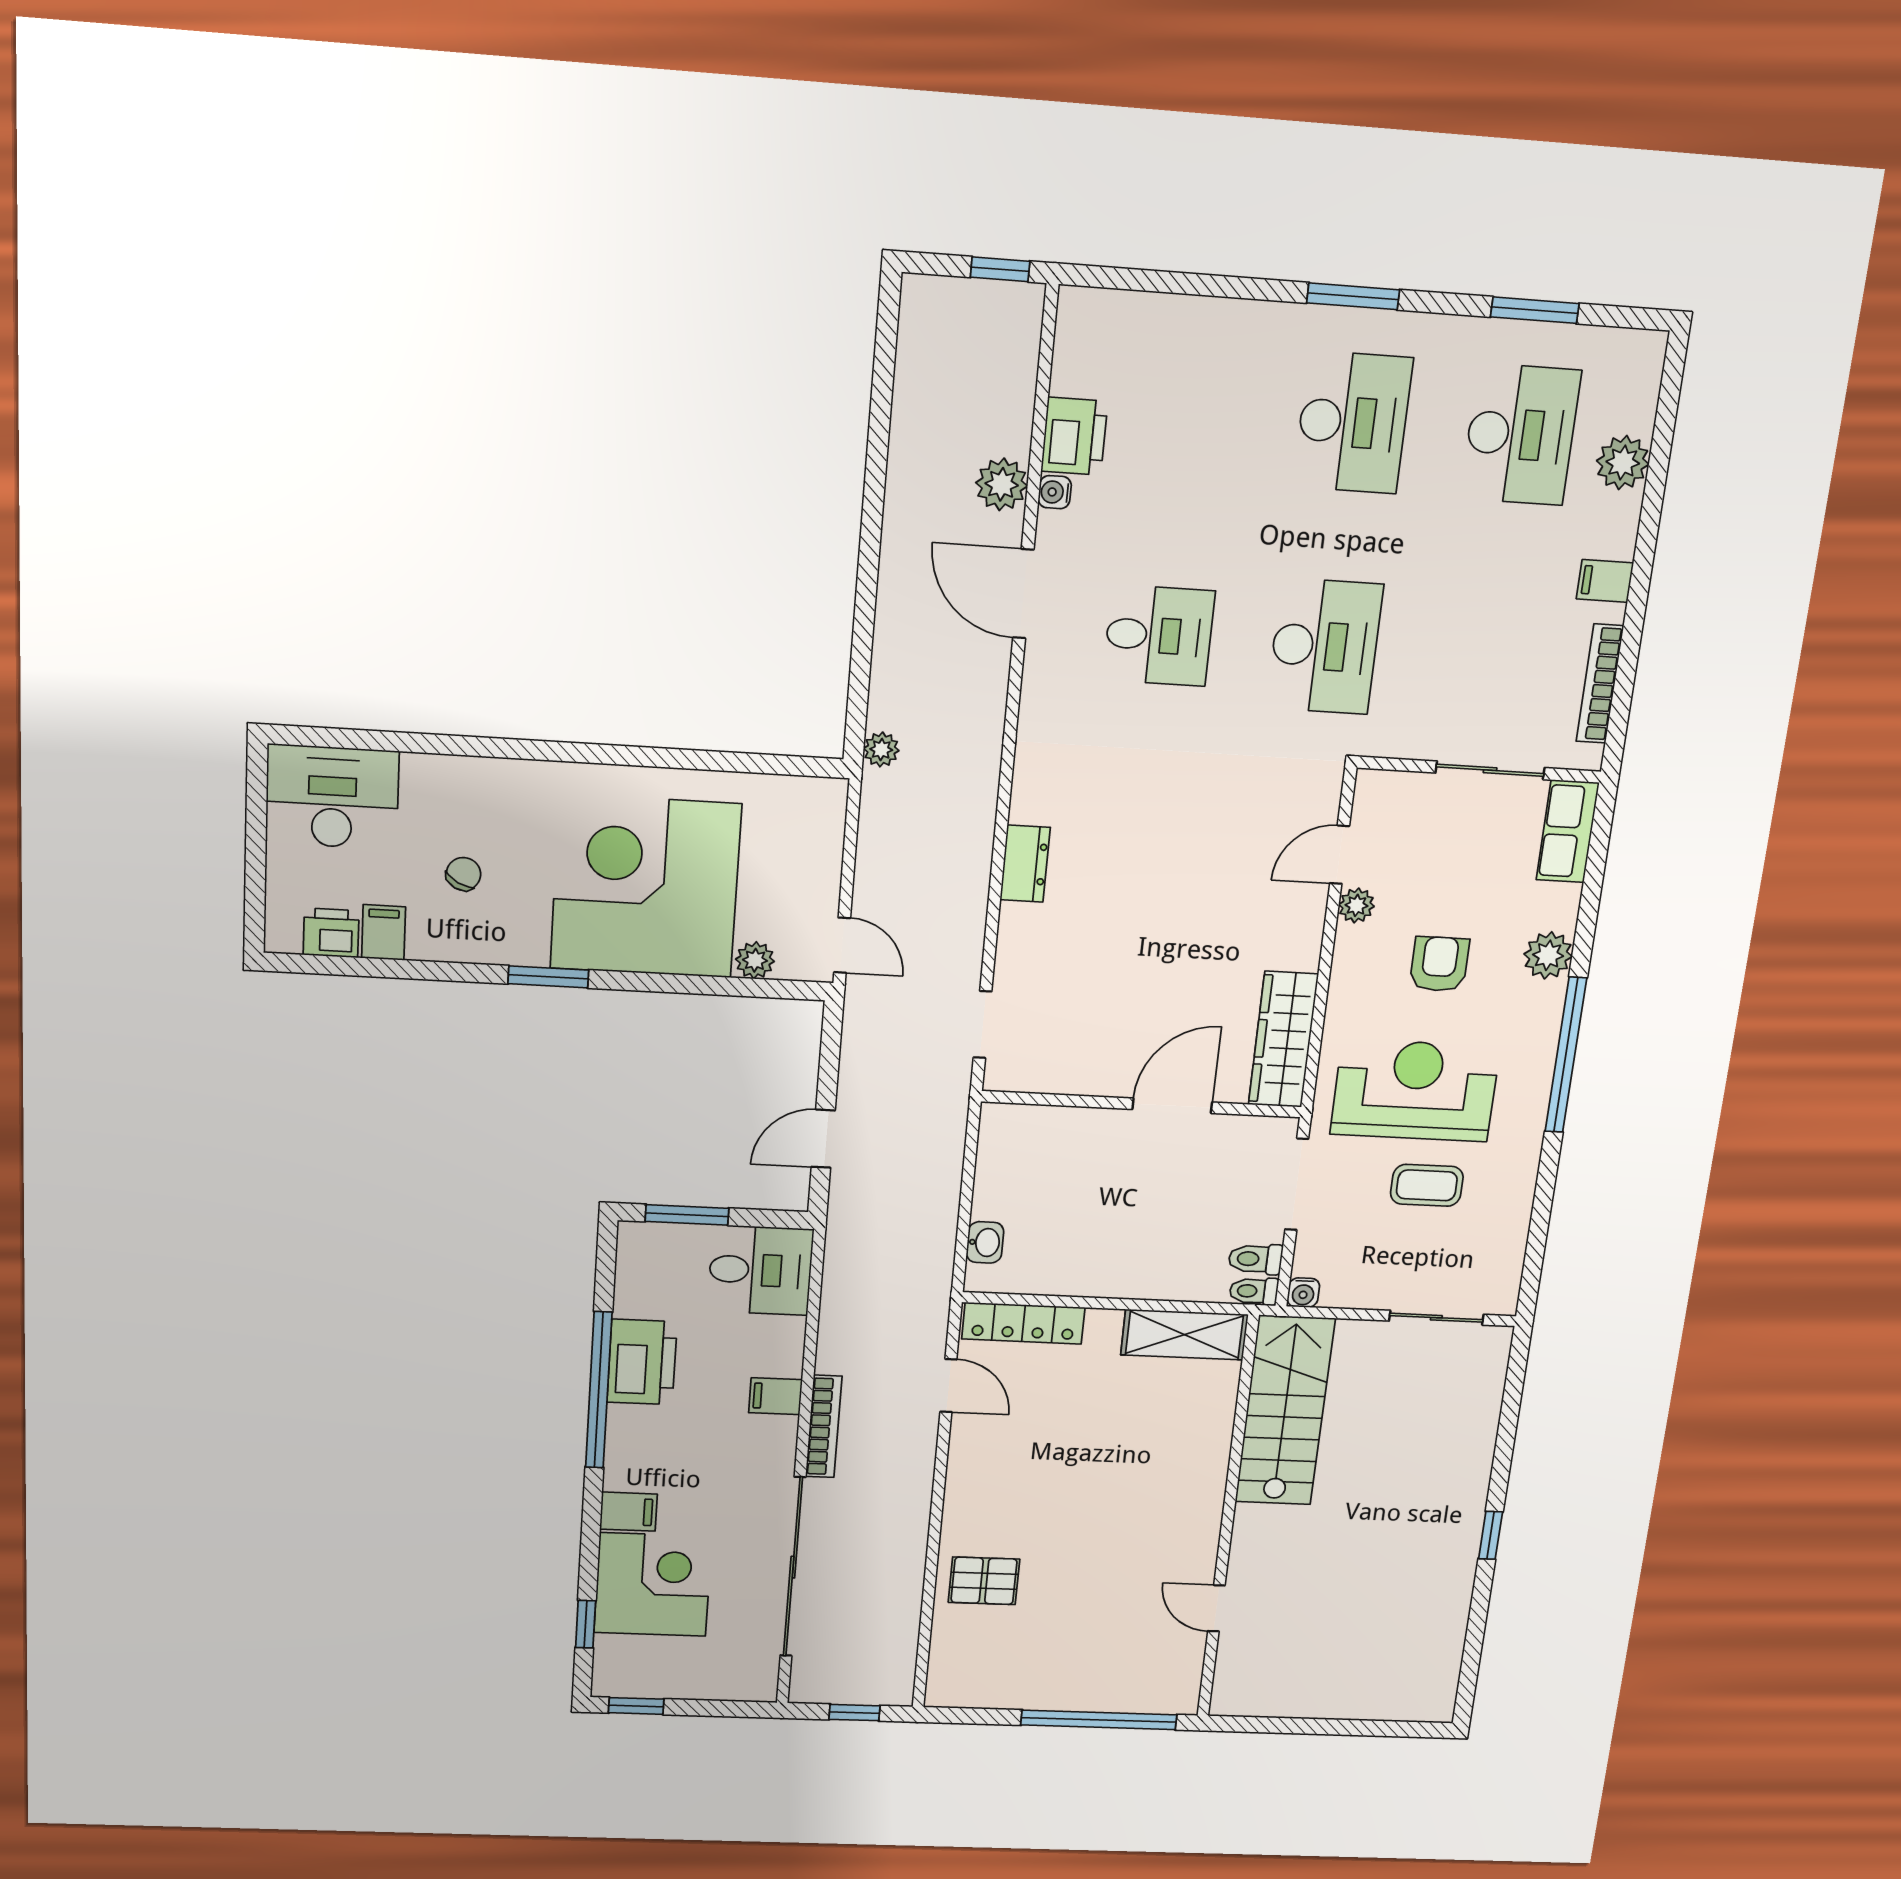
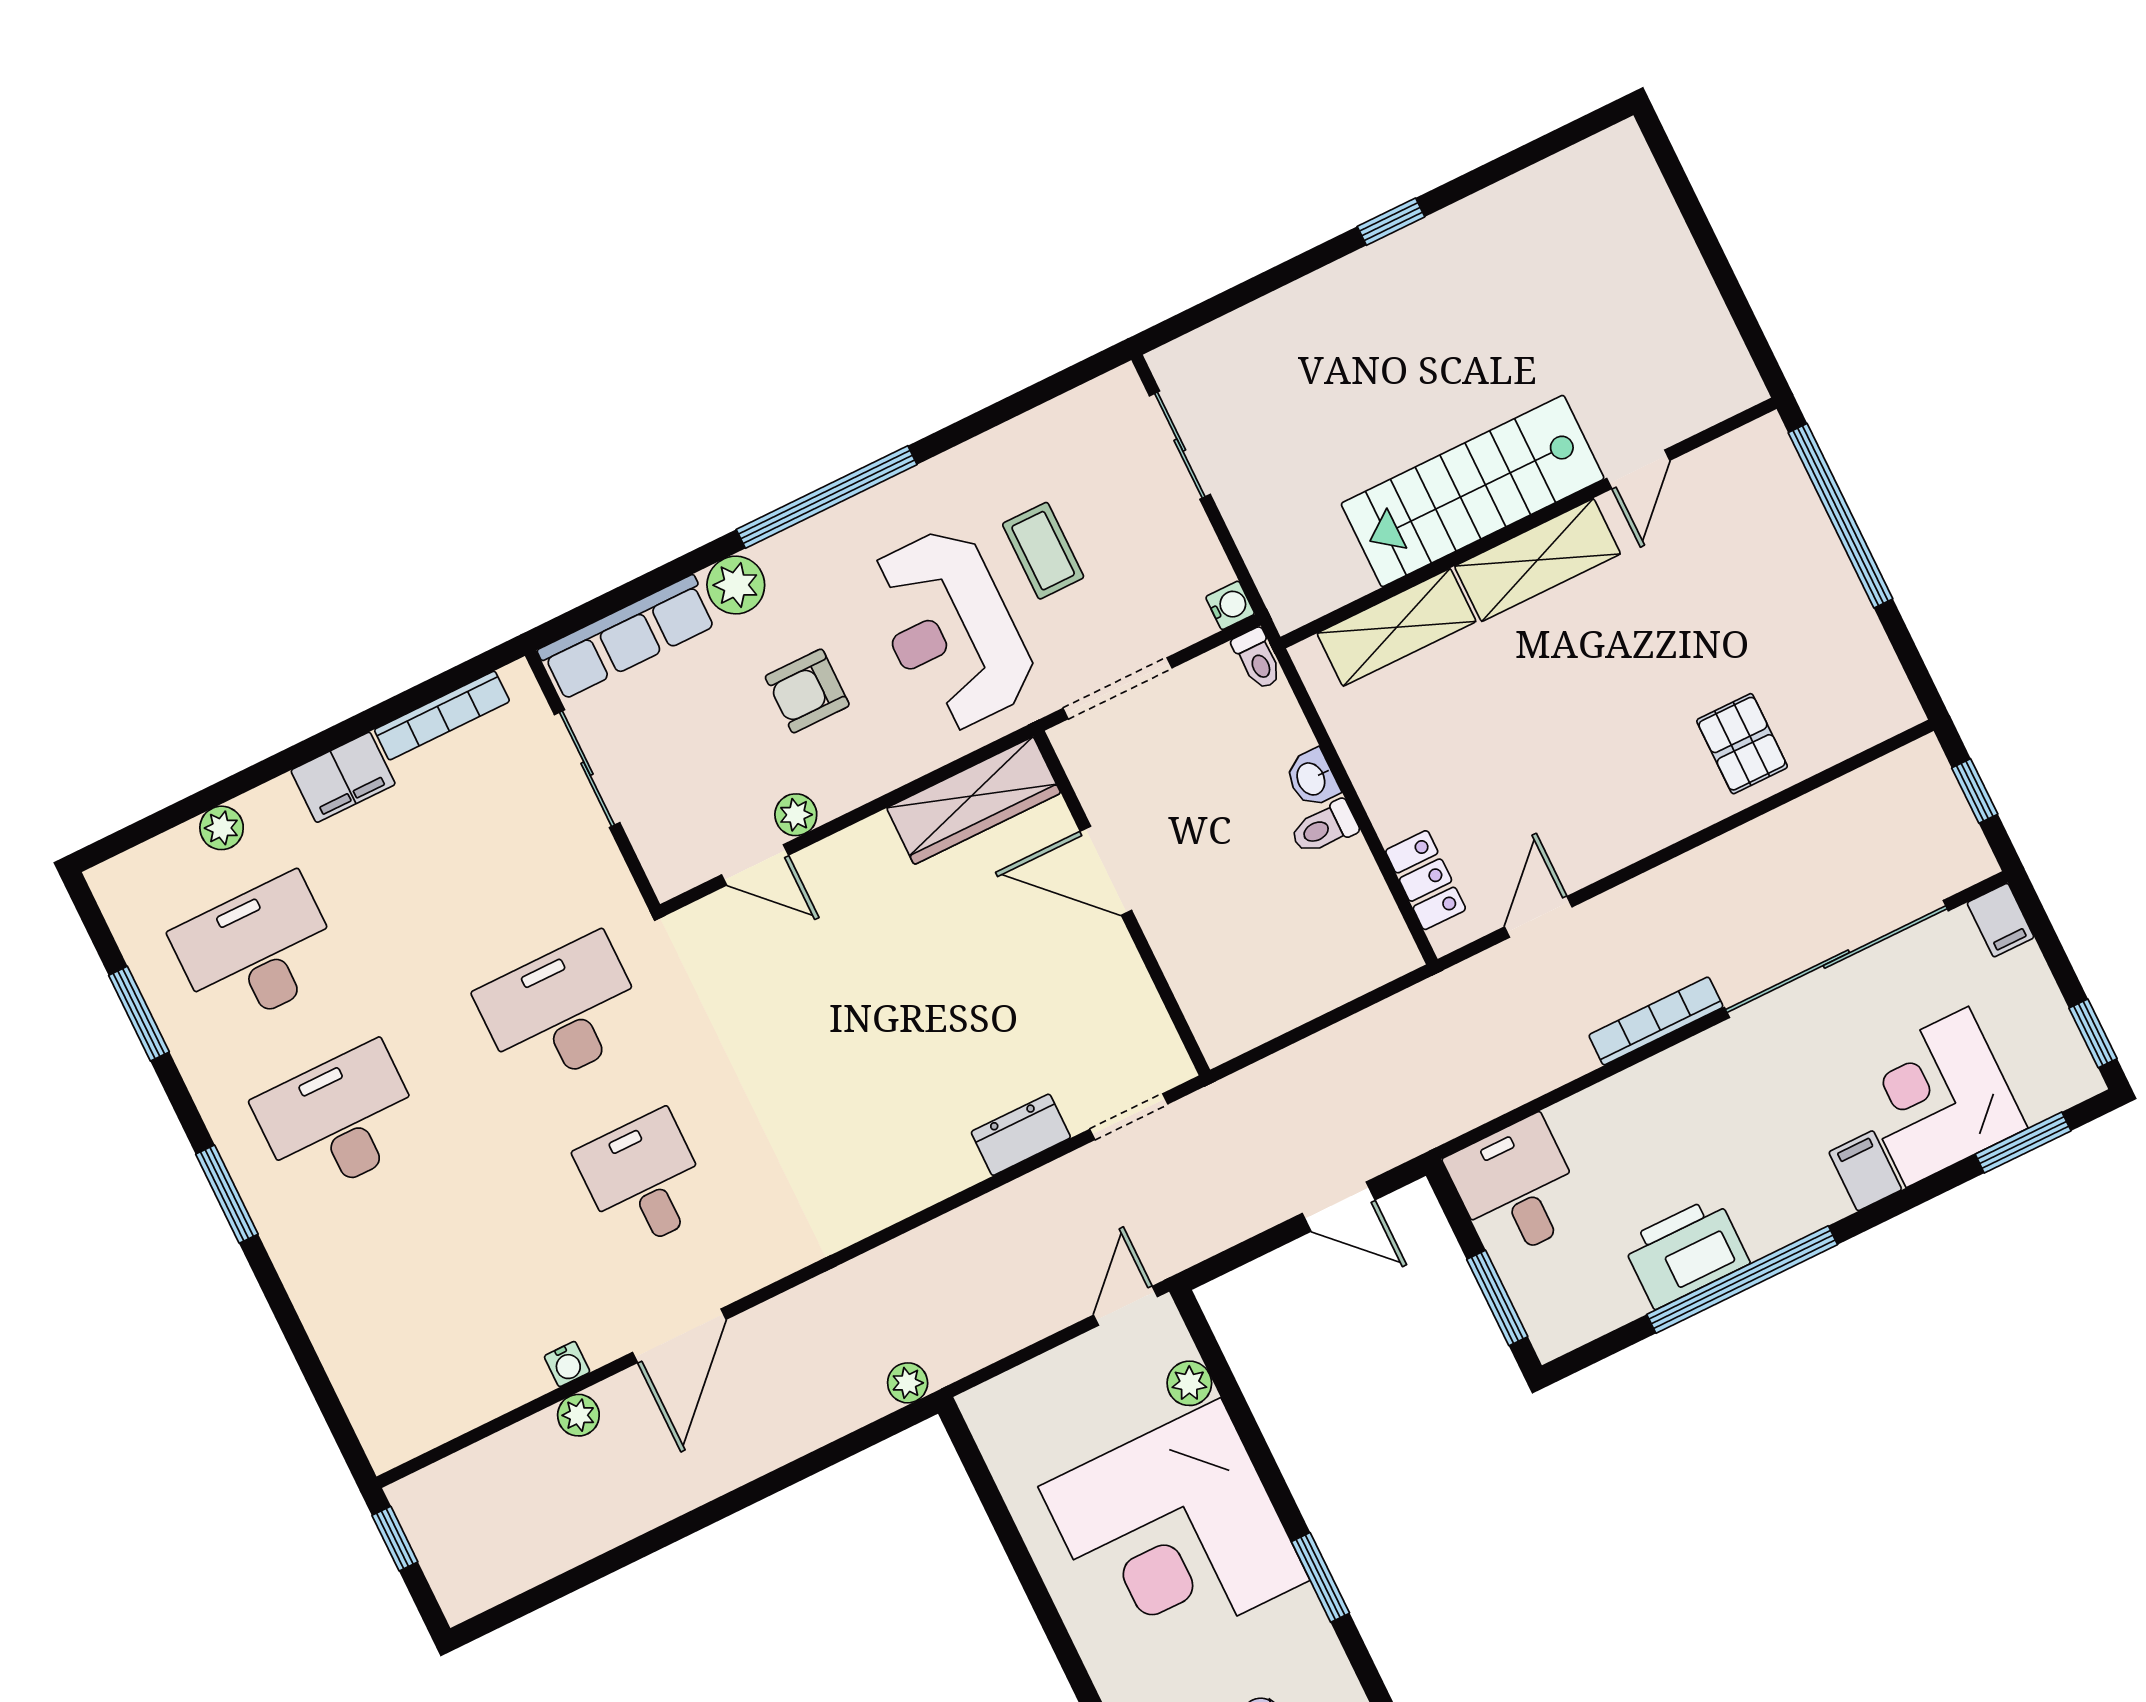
printer: (1074, 436) -> (505, 1377), removed
plant: (1623, 463) -> (222, 828), width x0.73, depth x0.73
plant: (1002, 484) -> (578, 1415), width x0.73, depth x0.73
filing cabinet: (1605, 581) -> (343, 777), width x2.00
row of seats: (1568, 831) -> (627, 637), width x1.48
dresser: (1025, 864) -> (1021, 1135), moved
washbasin: (985, 1242) -> (1312, 778), moved, turned -90
toilet: (1255, 1259) -> (1324, 828), moved, turned 90
locker: (1023, 1323) -> (1426, 880), width x0.66
shelving: (1184, 1335) -> (1397, 627), moved, turned 90
filing cabinet: (775, 1396) -> (2001, 920), moved
stairs: (1285, 1411) -> (1473, 491), moved
shelving: (1198, 1512) -> (1538, 560), added
window: (586, 1624) -> (2023, 1142), width x1.50

